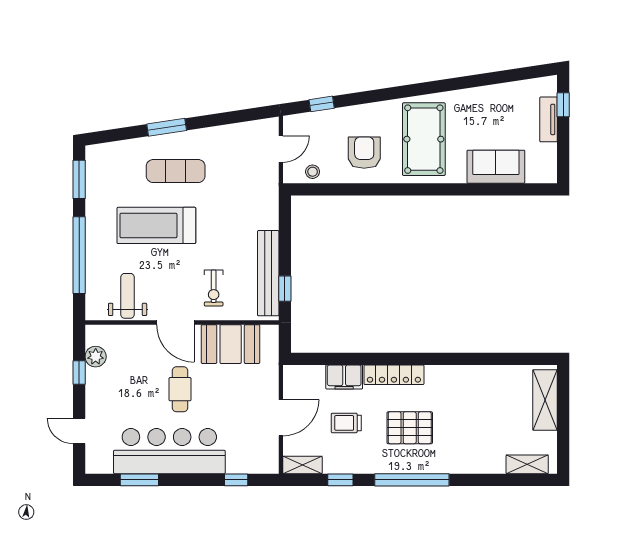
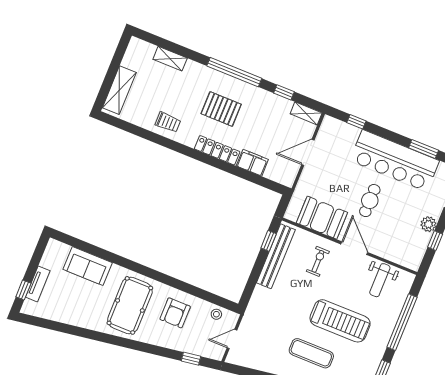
plant: (96, 357) -> (428, 224), moved
trolley: (346, 423) -> (168, 122), moved
shelving: (527, 464) -> (170, 59), moved

